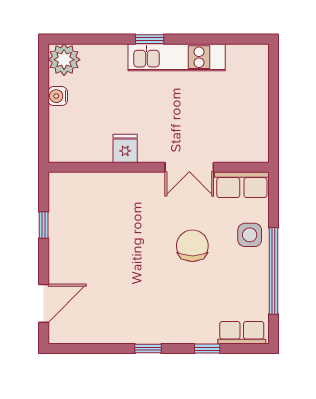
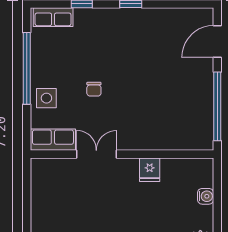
water cooler: (58, 96) -> (206, 196), moved
window: (44, 225) -> (217, 106), width x3.17
chair: (192, 246) -> (94, 89), width x0.54, depth x0.54

